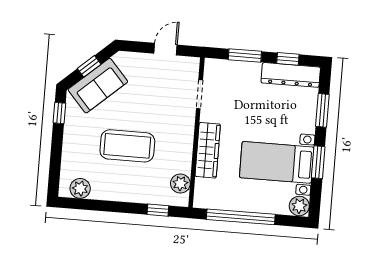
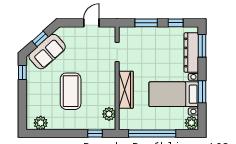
dresser: (291, 75) -> (191, 53), moved, turned 90
window: (322, 110) -> (202, 46), moved
coffee table: (127, 146) -> (71, 91), turned 90

